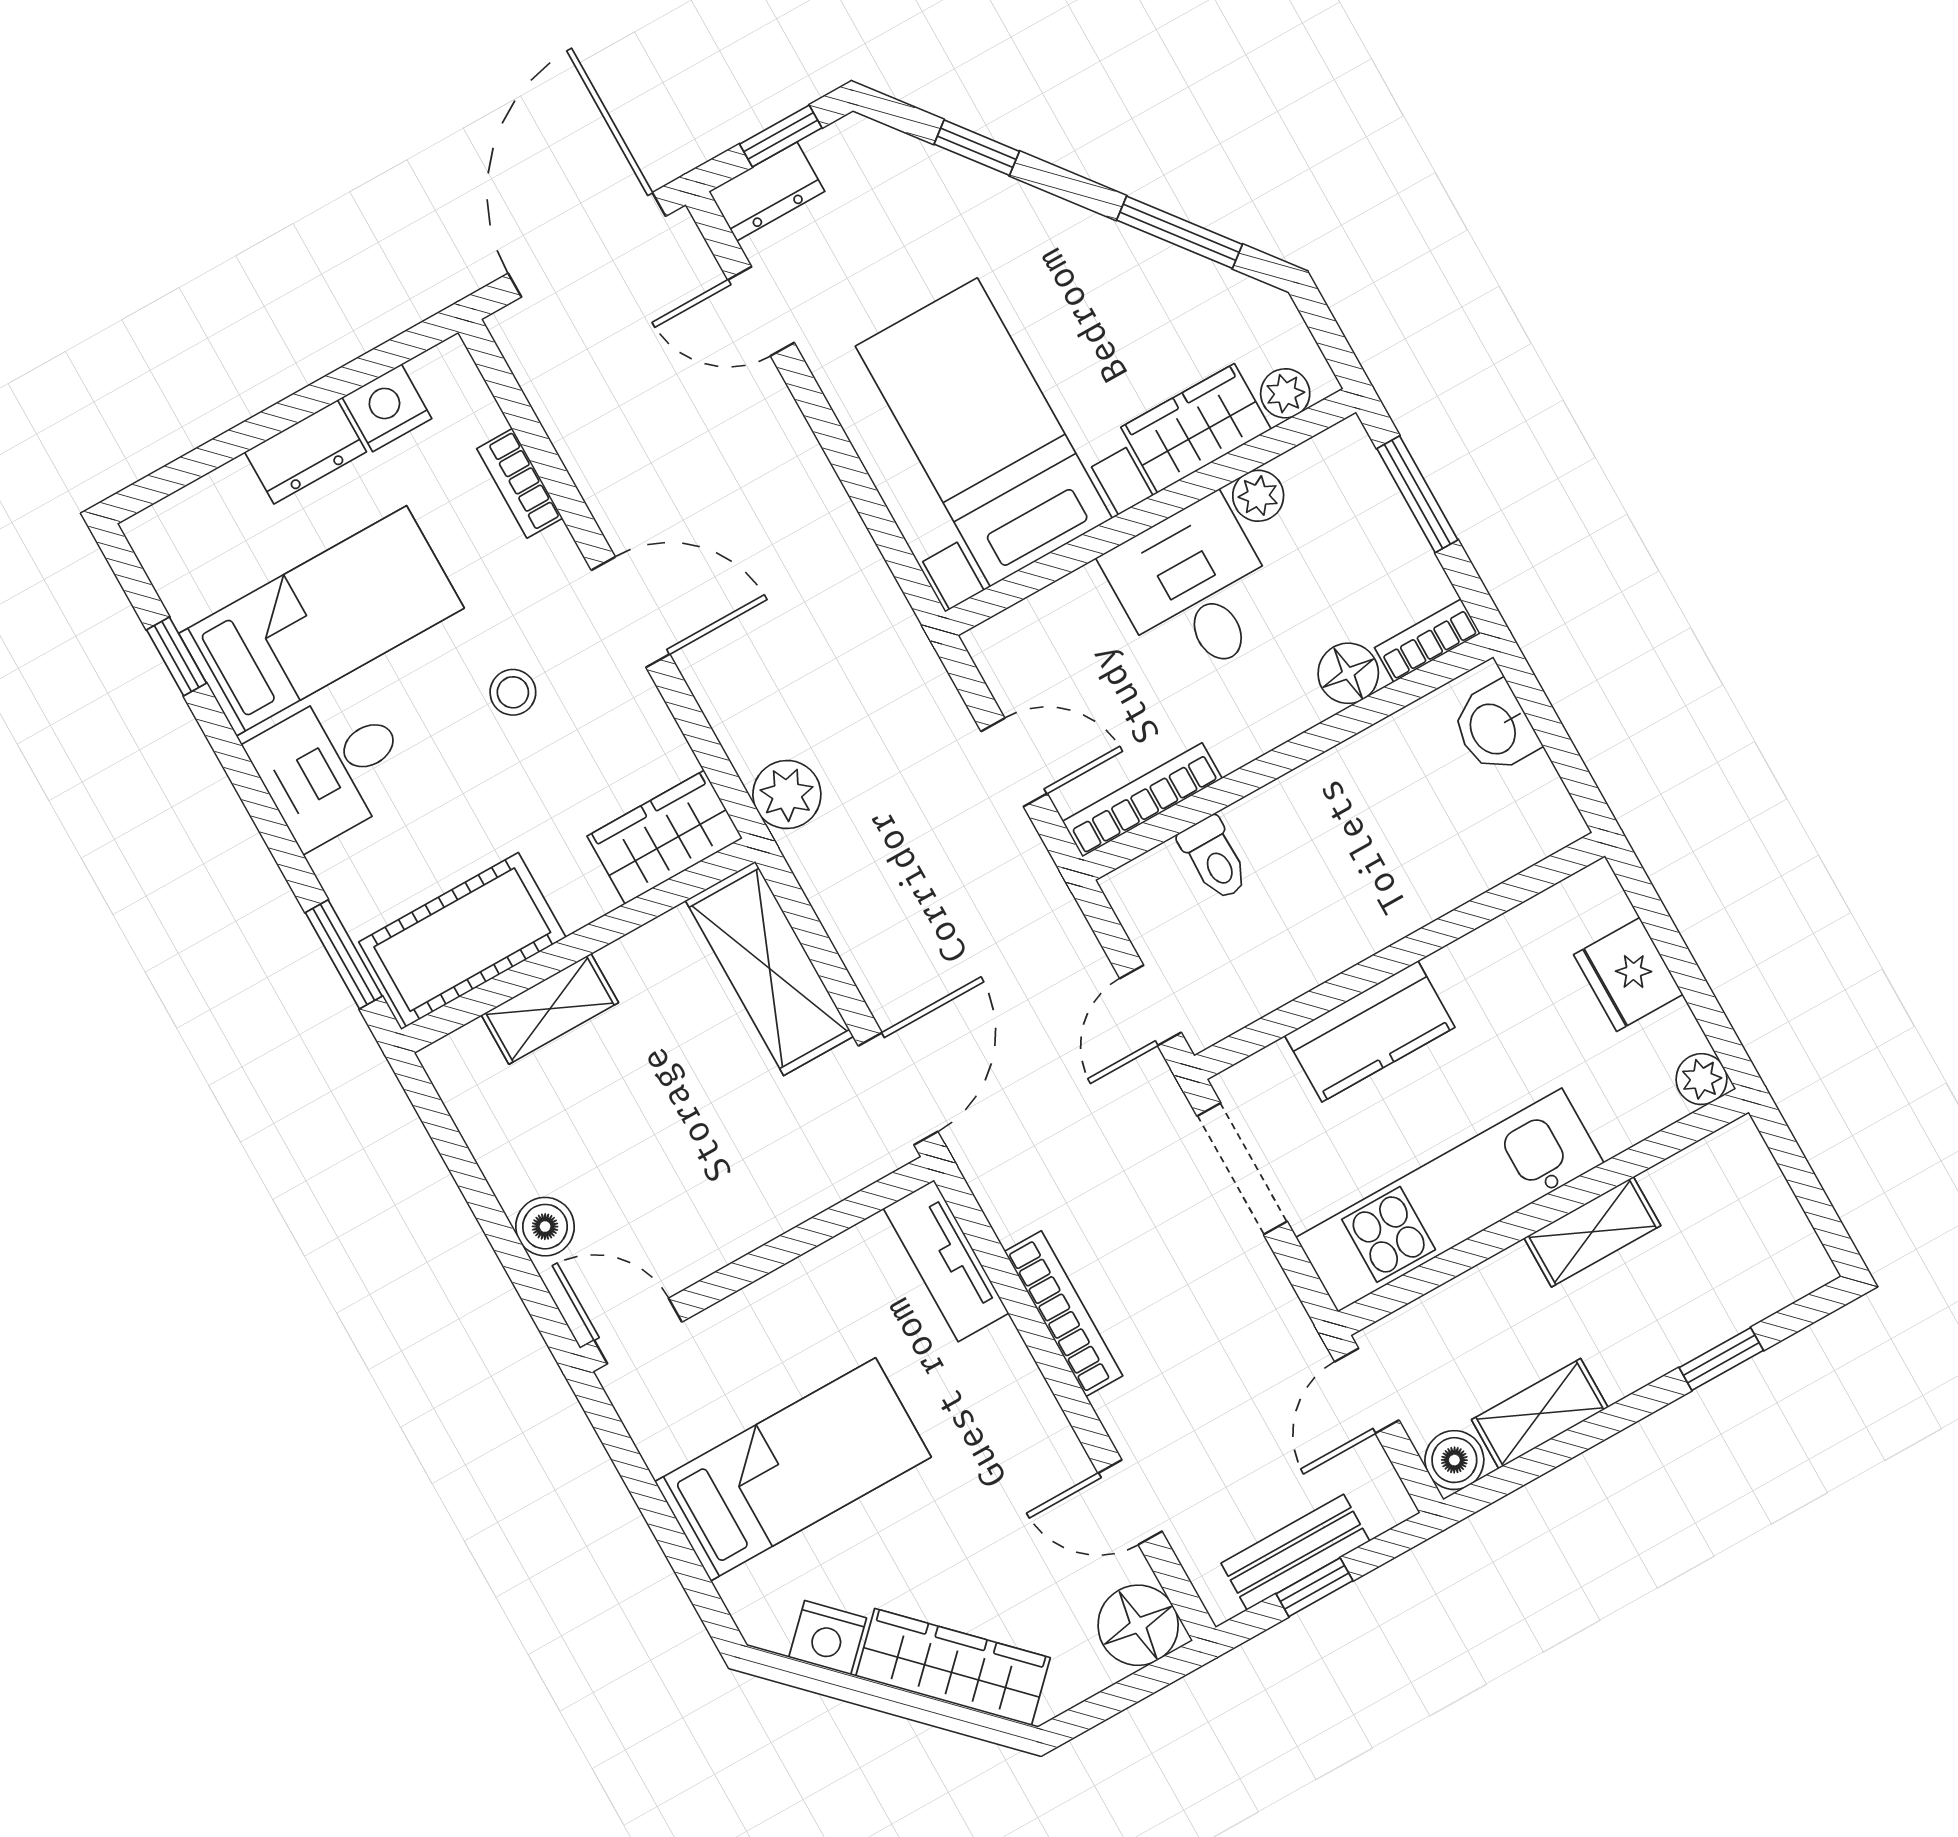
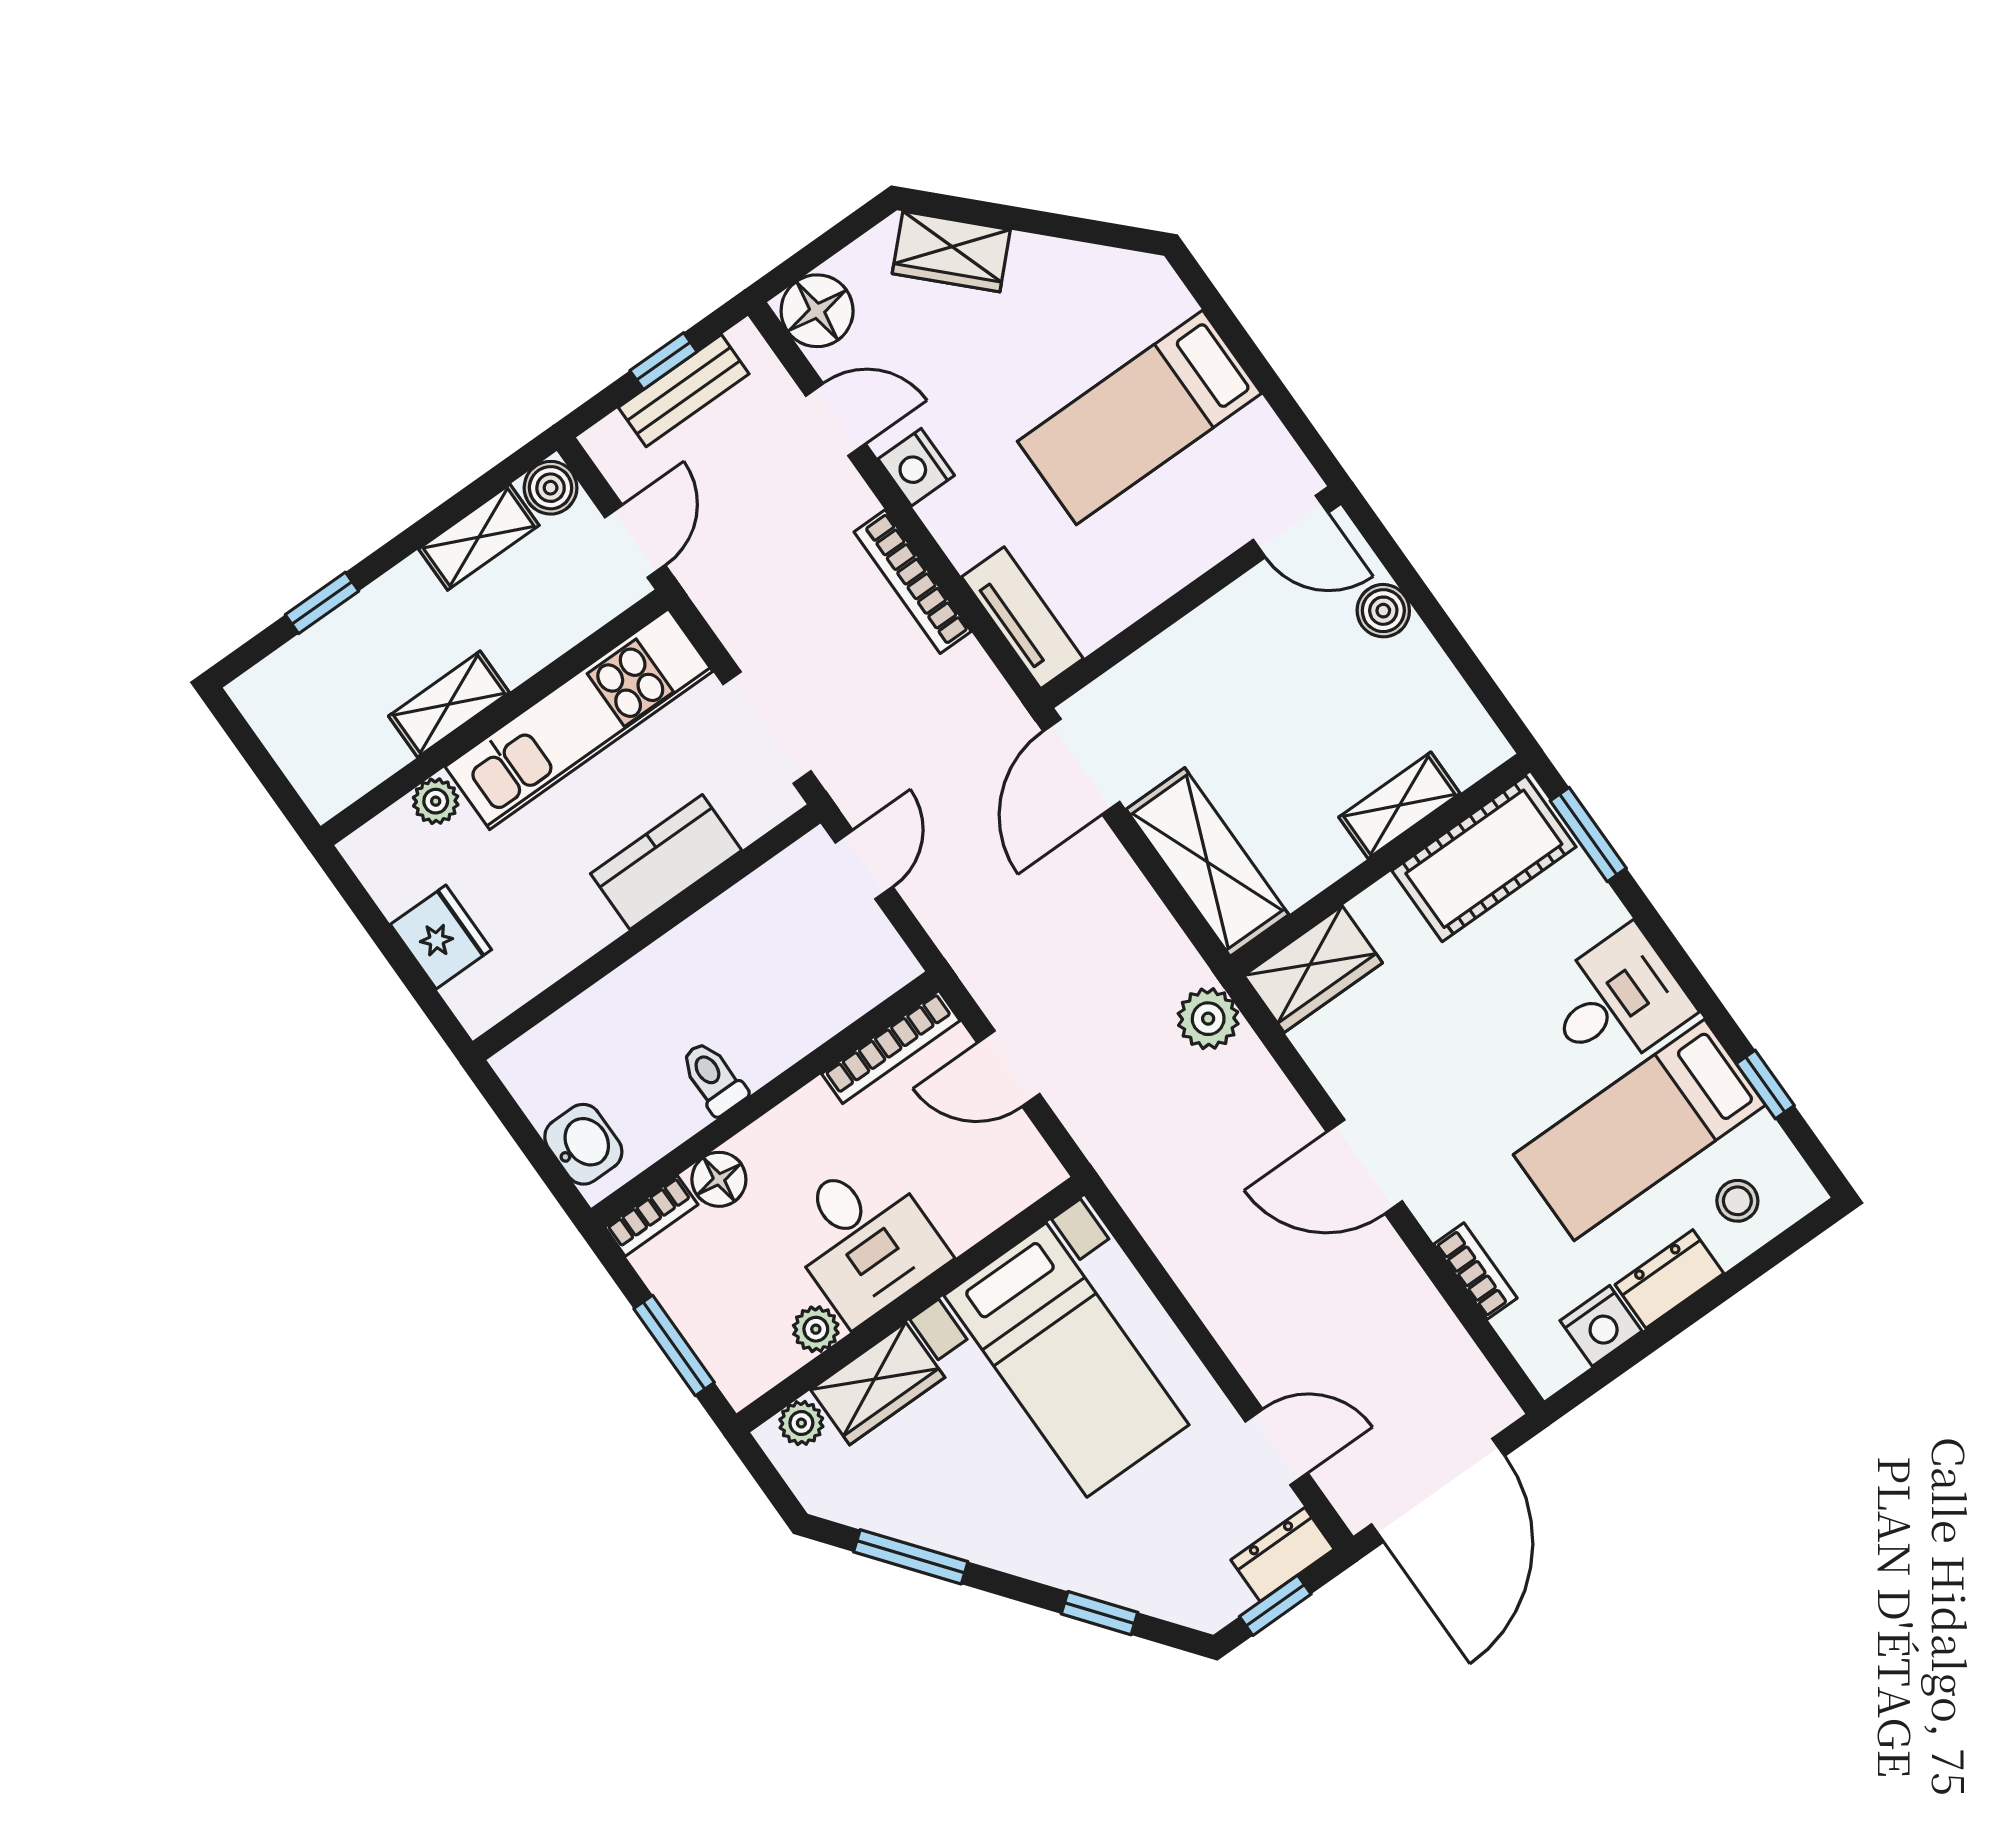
stool: (513, 692) -> (1737, 1201), moved
toilet: (1214, 858) -> (713, 1078), moved
plant: (1702, 1079) -> (436, 801), moved
nightstand: (828, 1638) -> (916, 467), moved, turned -135
wardrobe: (953, 1667) -> (951, 252), width x0.67

